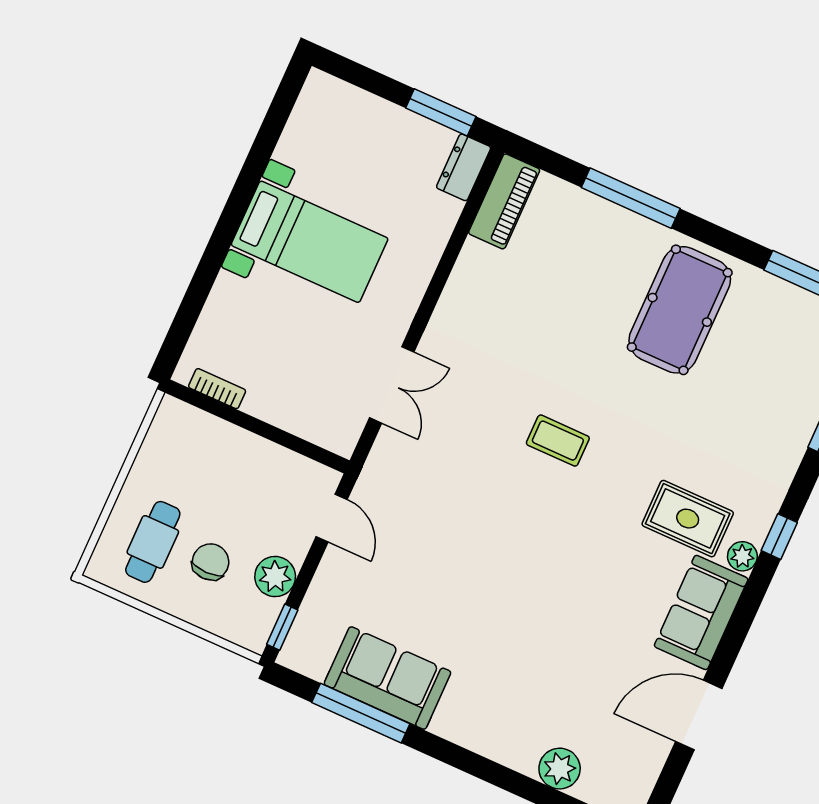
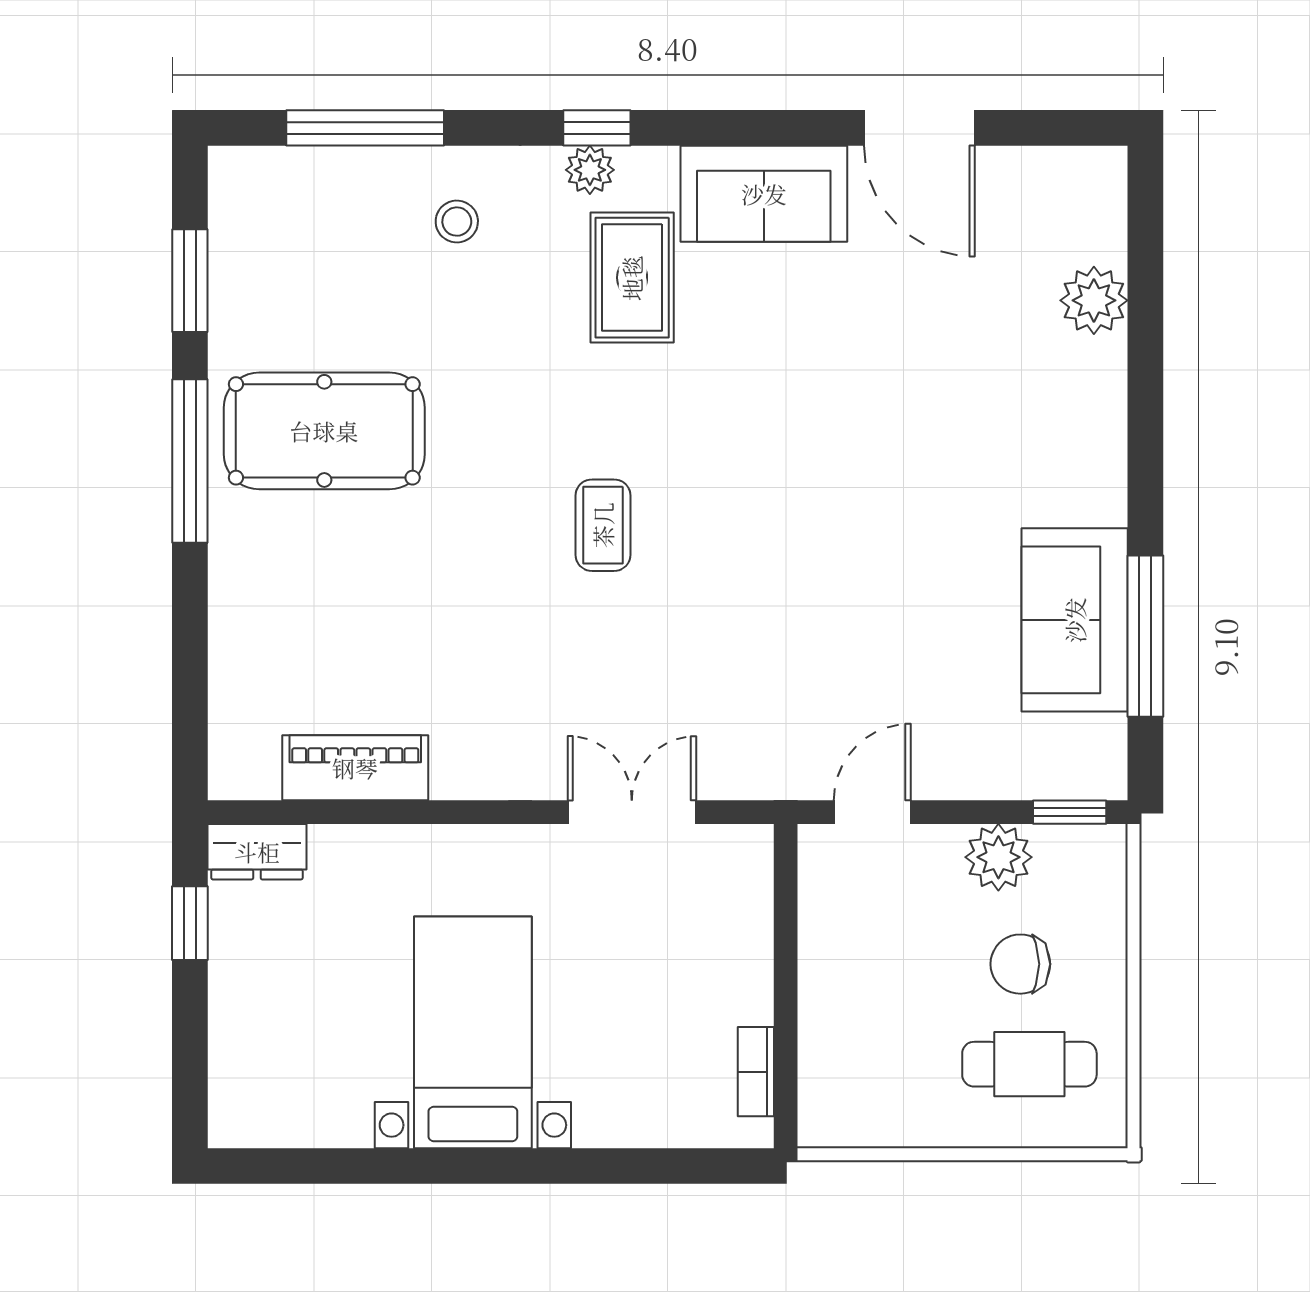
window: (441, 112) -> (190, 923), width x0.67
window: (631, 198) -> (190, 461), moved
piano: (504, 201) -> (355, 768), moved
stool: (763, 436) -> (457, 222), added
plant: (742, 556) -> (590, 170), moved

